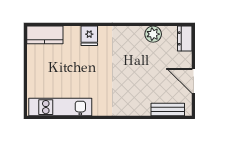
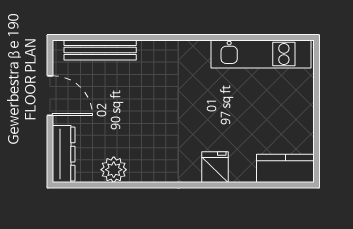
dresser: (185, 38) -> (64, 154), width x1.44
bench: (168, 110) -> (100, 50), width x1.36

